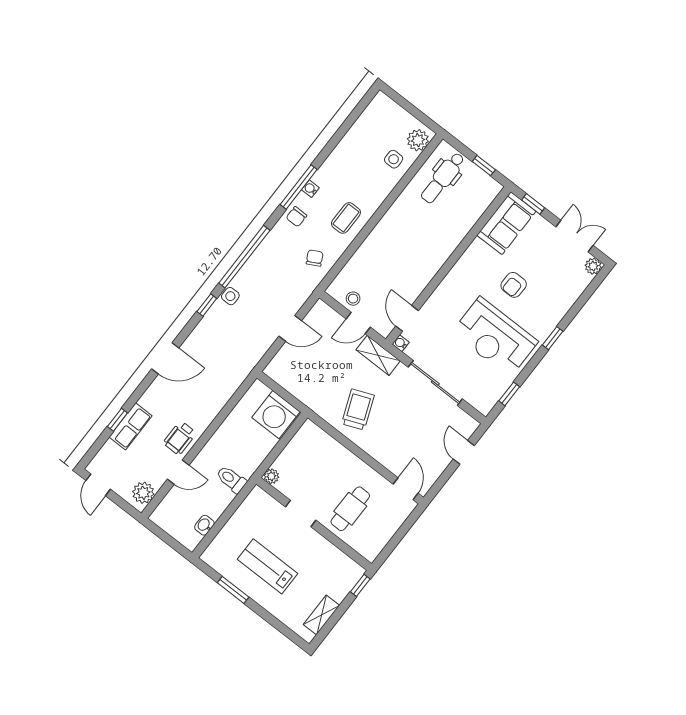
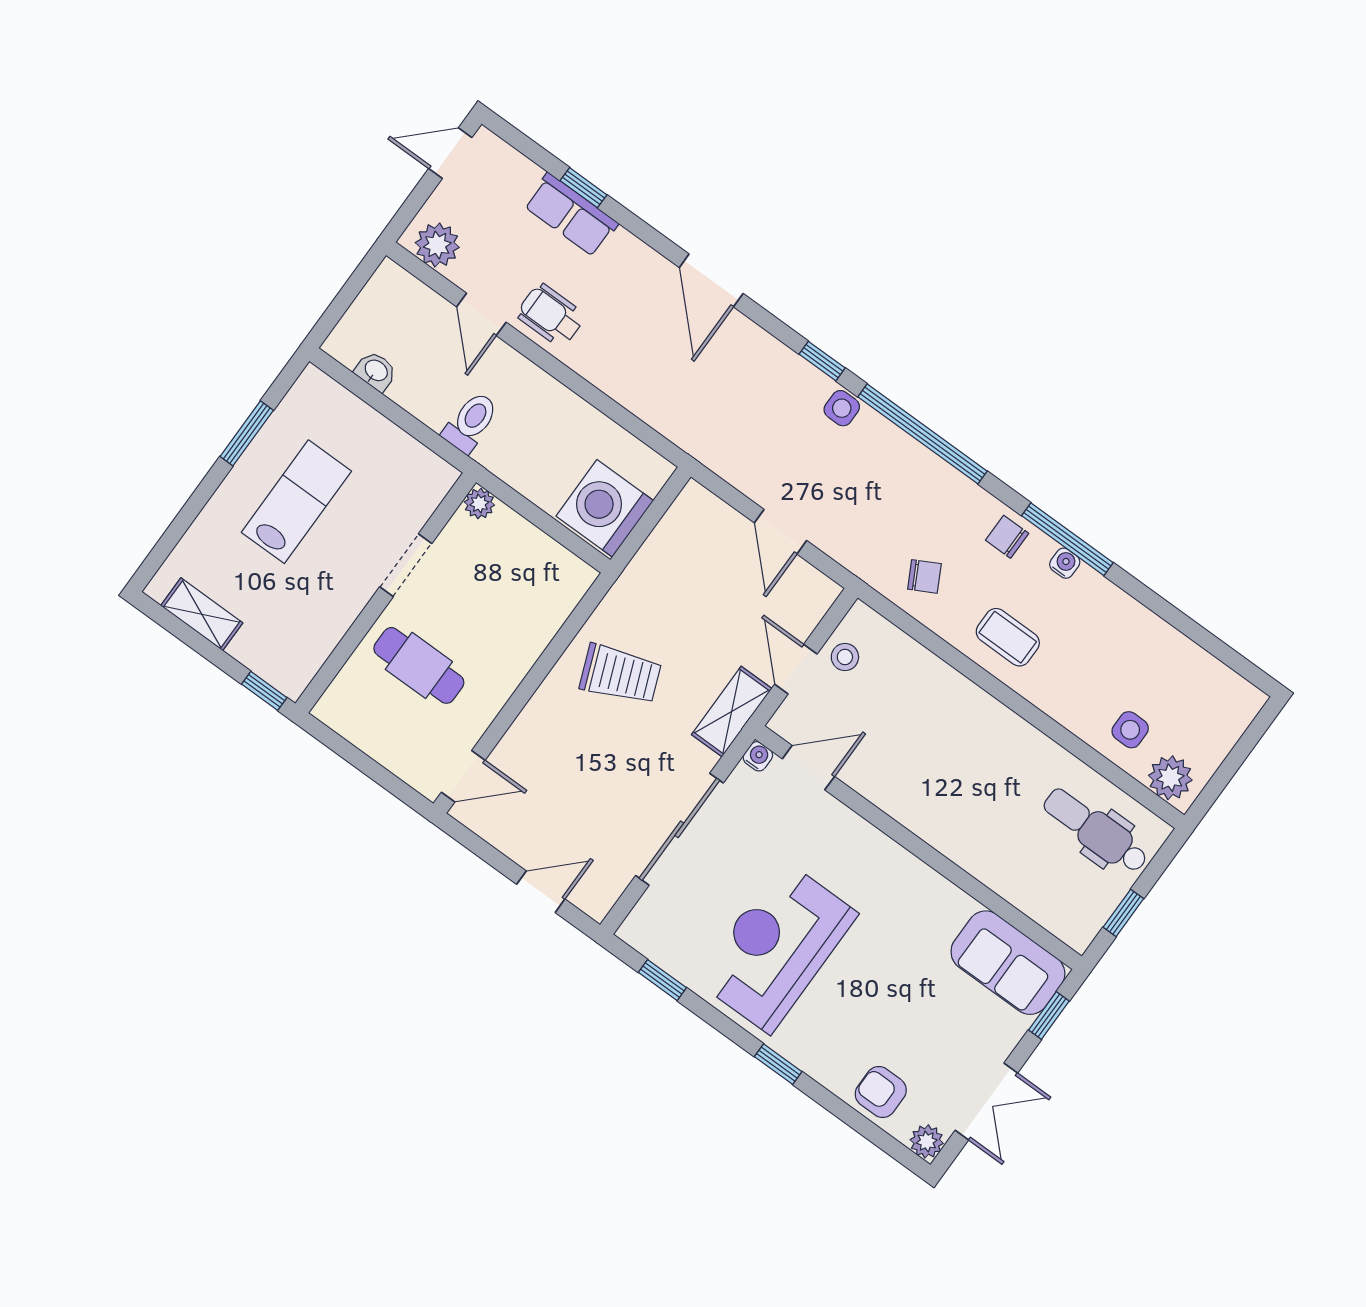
armchair: (514, 285) -> (881, 1092), moved

